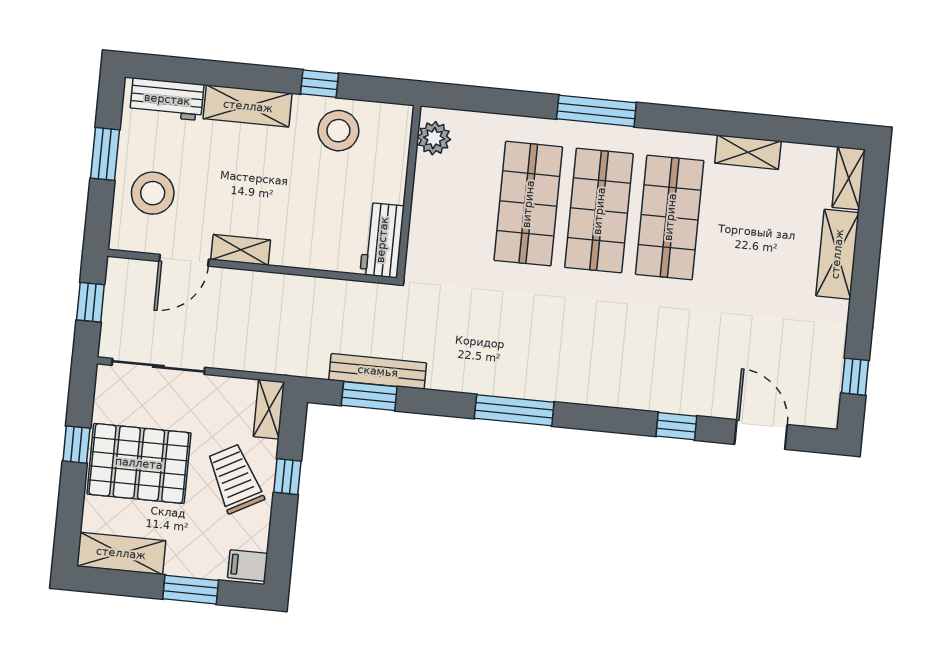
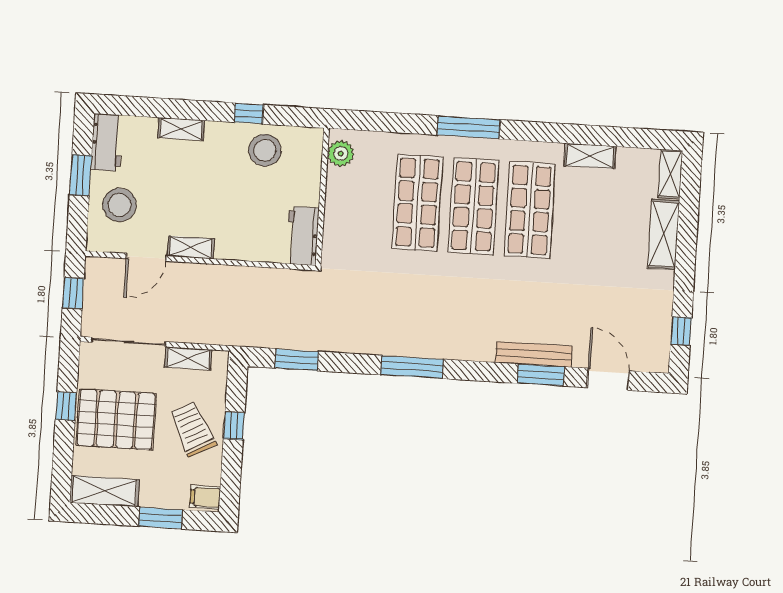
workbench: (167, 99) -> (107, 142), moved, turned -90
shelving: (248, 106) -> (181, 129), width x0.67, depth x0.75
bench: (378, 371) -> (534, 354), moved
shelving: (269, 409) -> (188, 358), moved, turned 90
window: (676, 426) -> (541, 375), width x1.50

